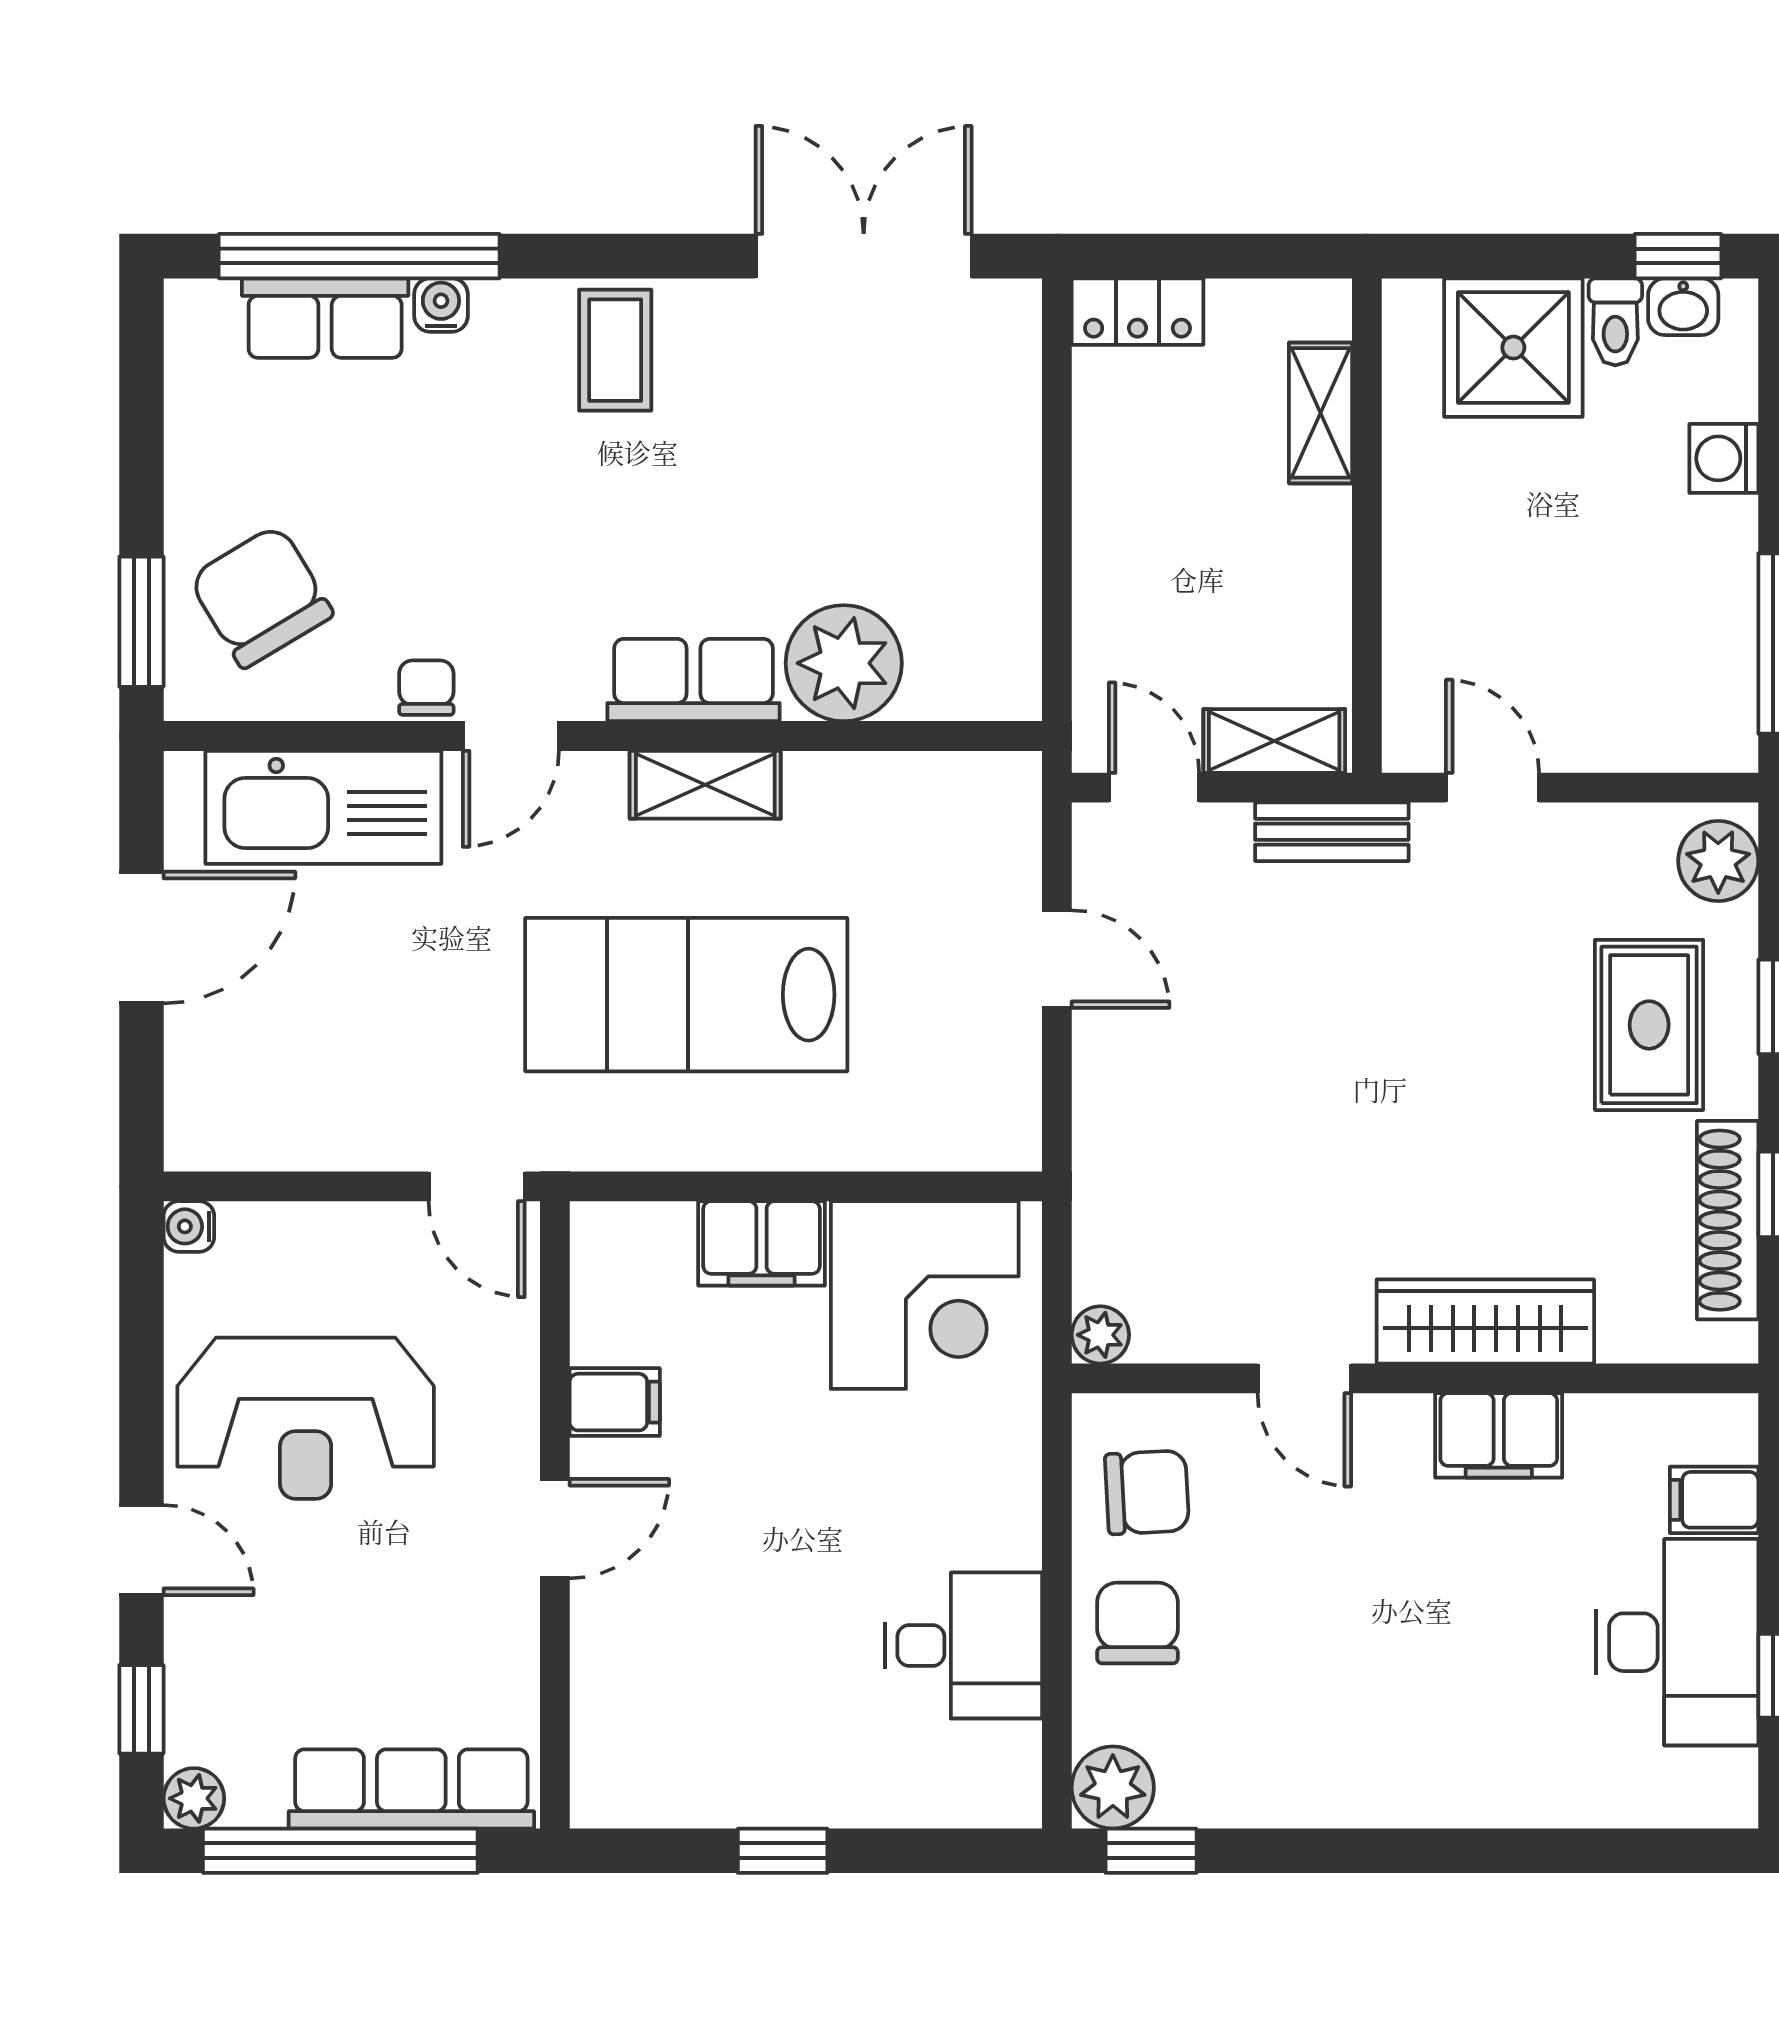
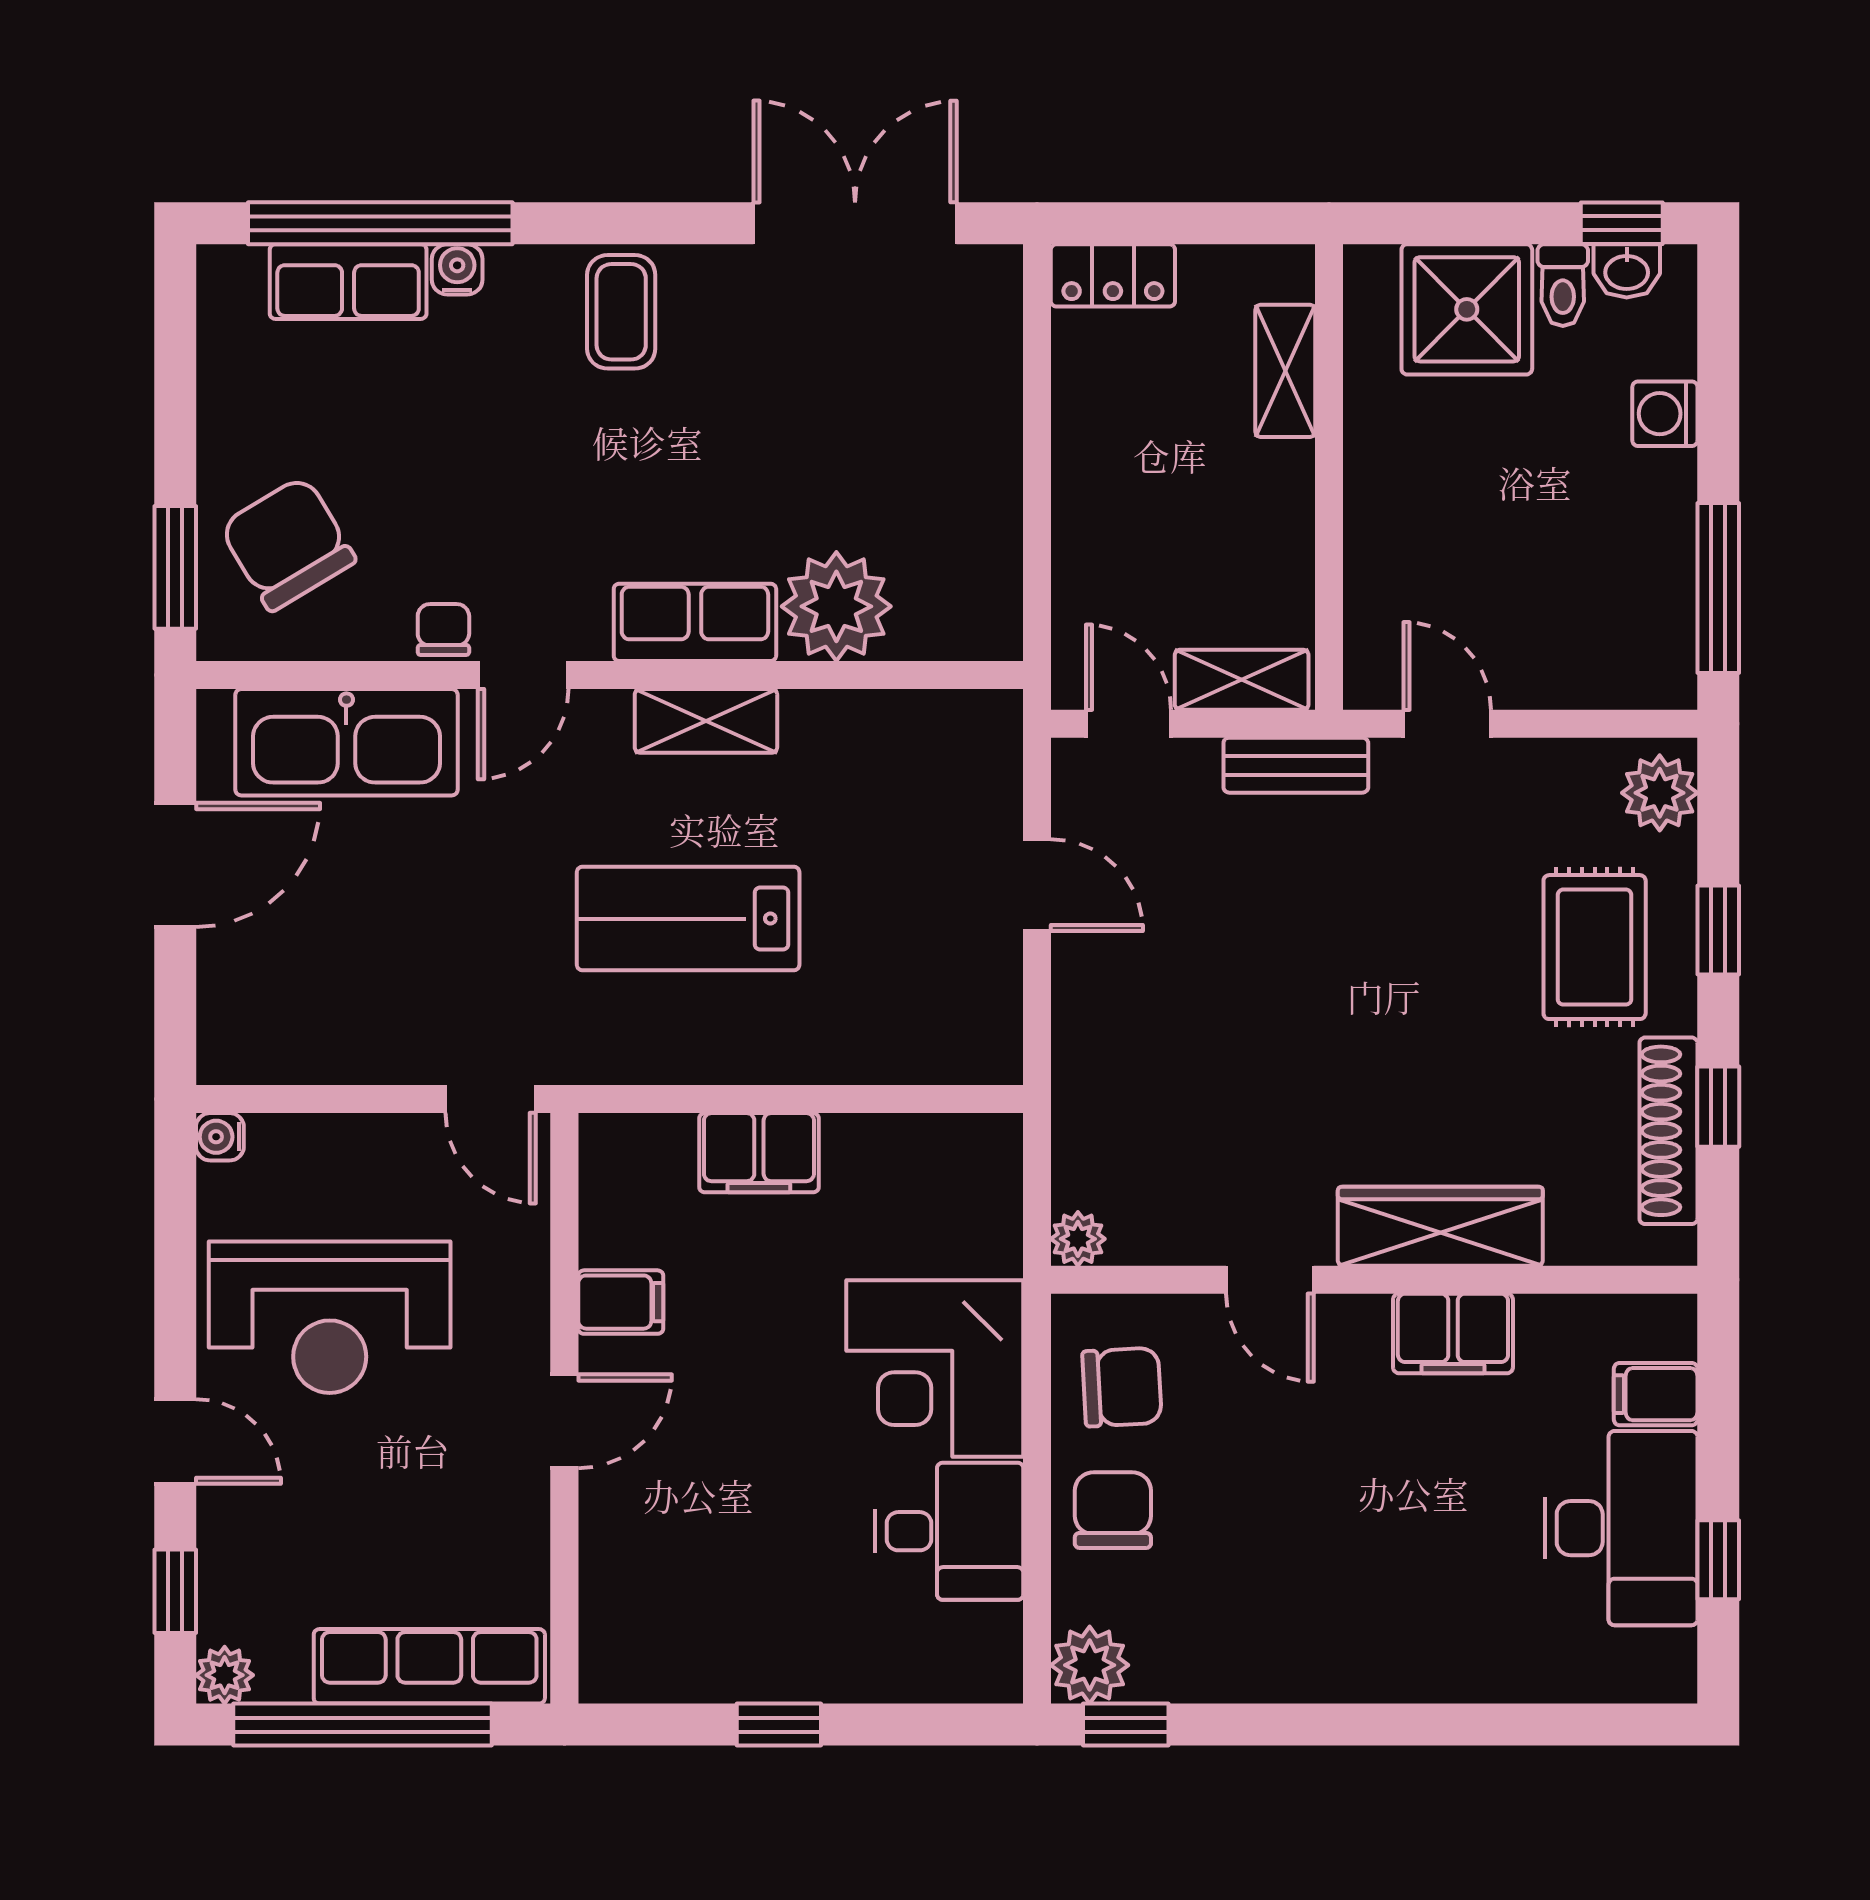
lab bench: (686, 995) -> (688, 919), width x0.73, depth x0.72
corner desk: (925, 1295) -> (935, 1369), moved, turned 90

